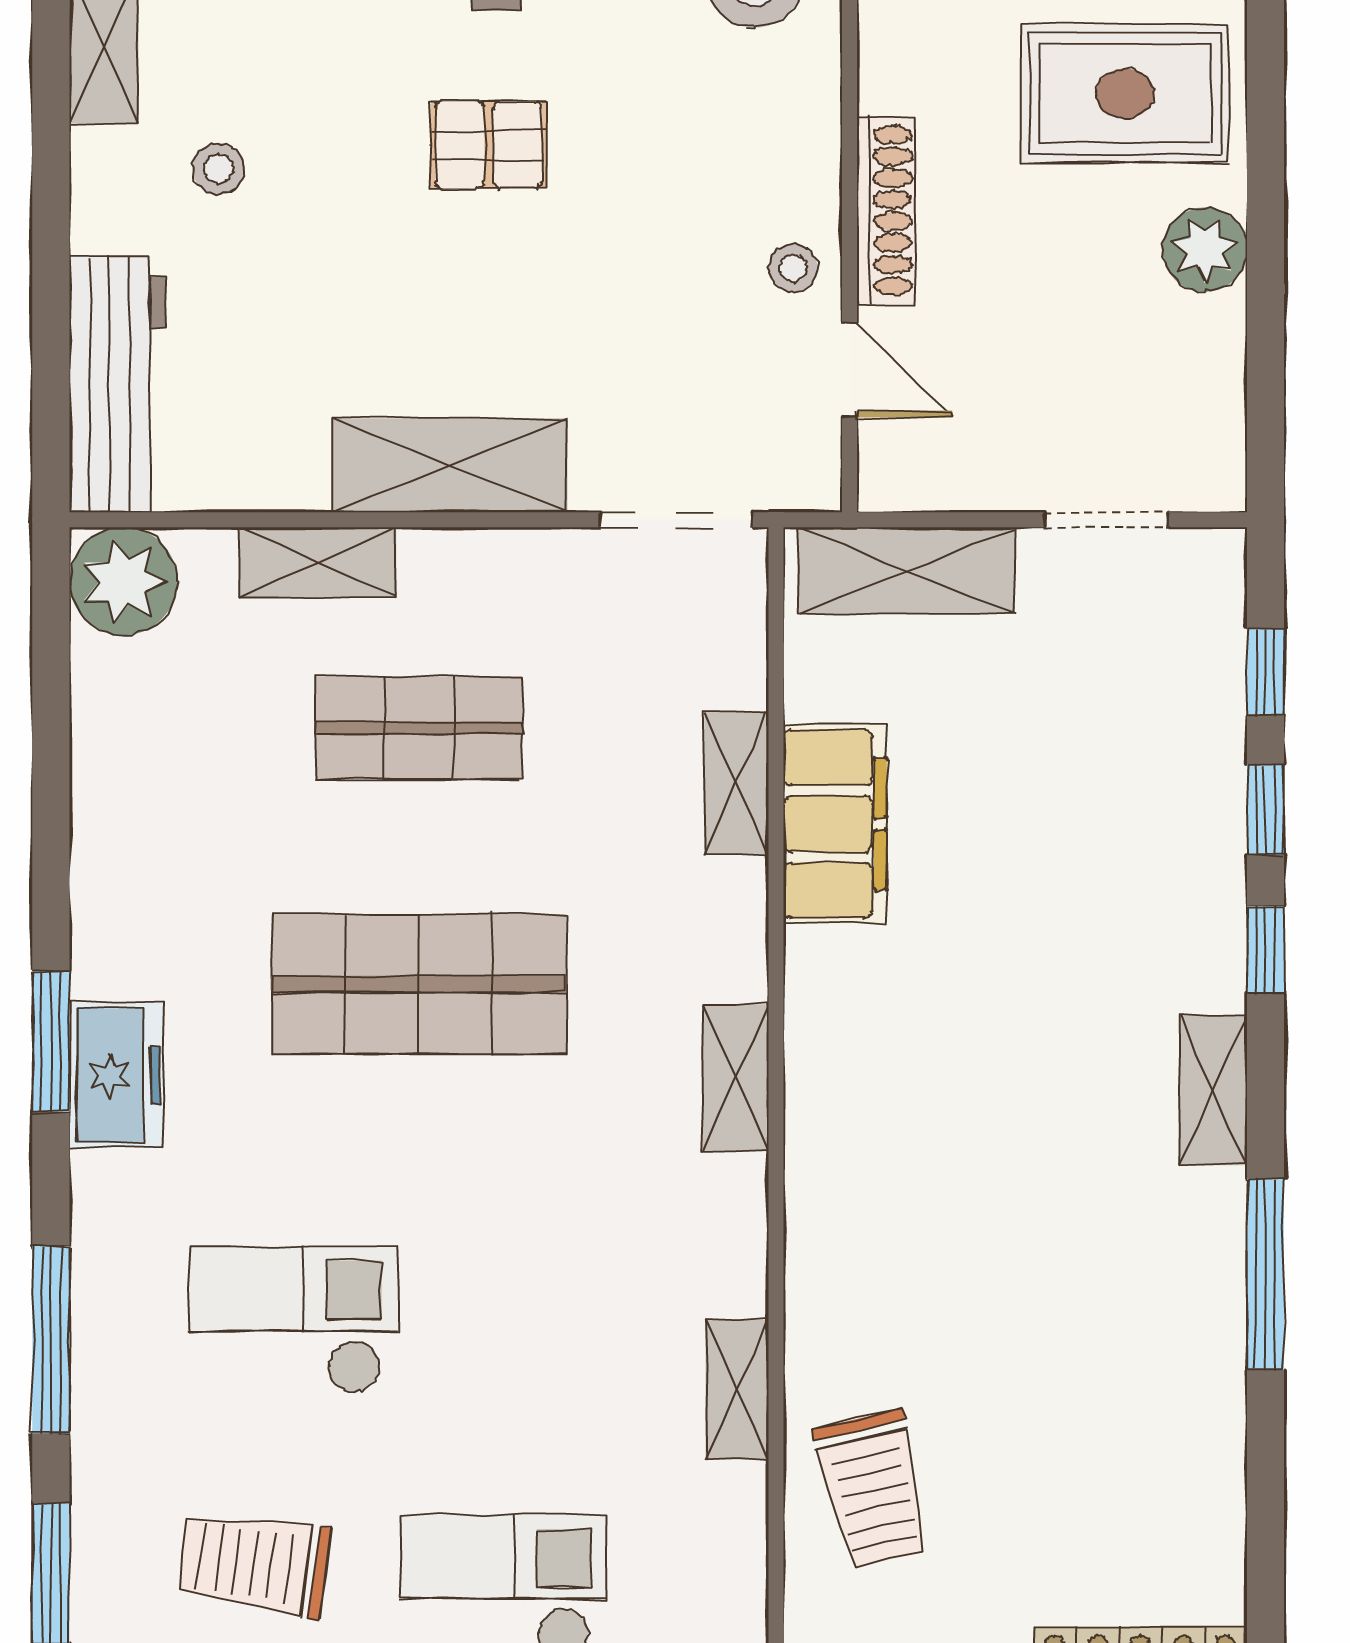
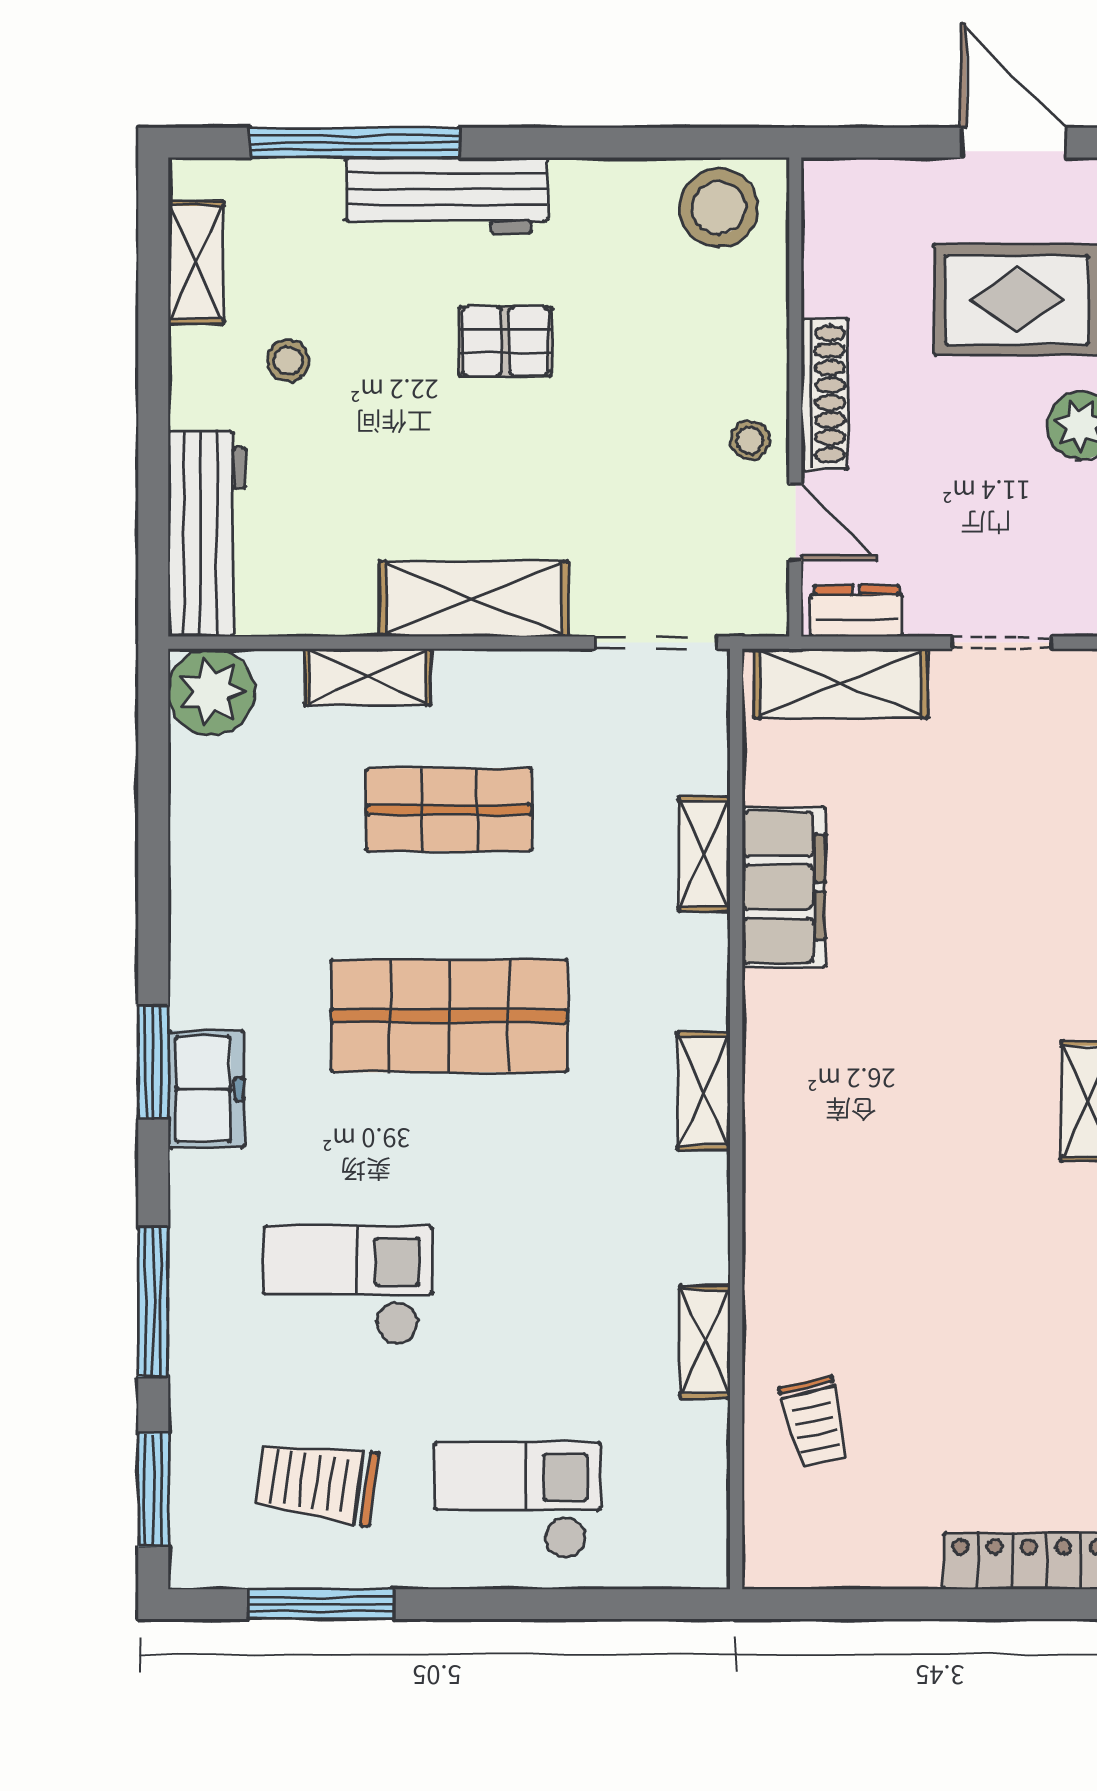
dresser: (926, 480) -> (857, 611), added
trolley: (873, 1489) -> (814, 1422), width x0.73, depth x0.72

